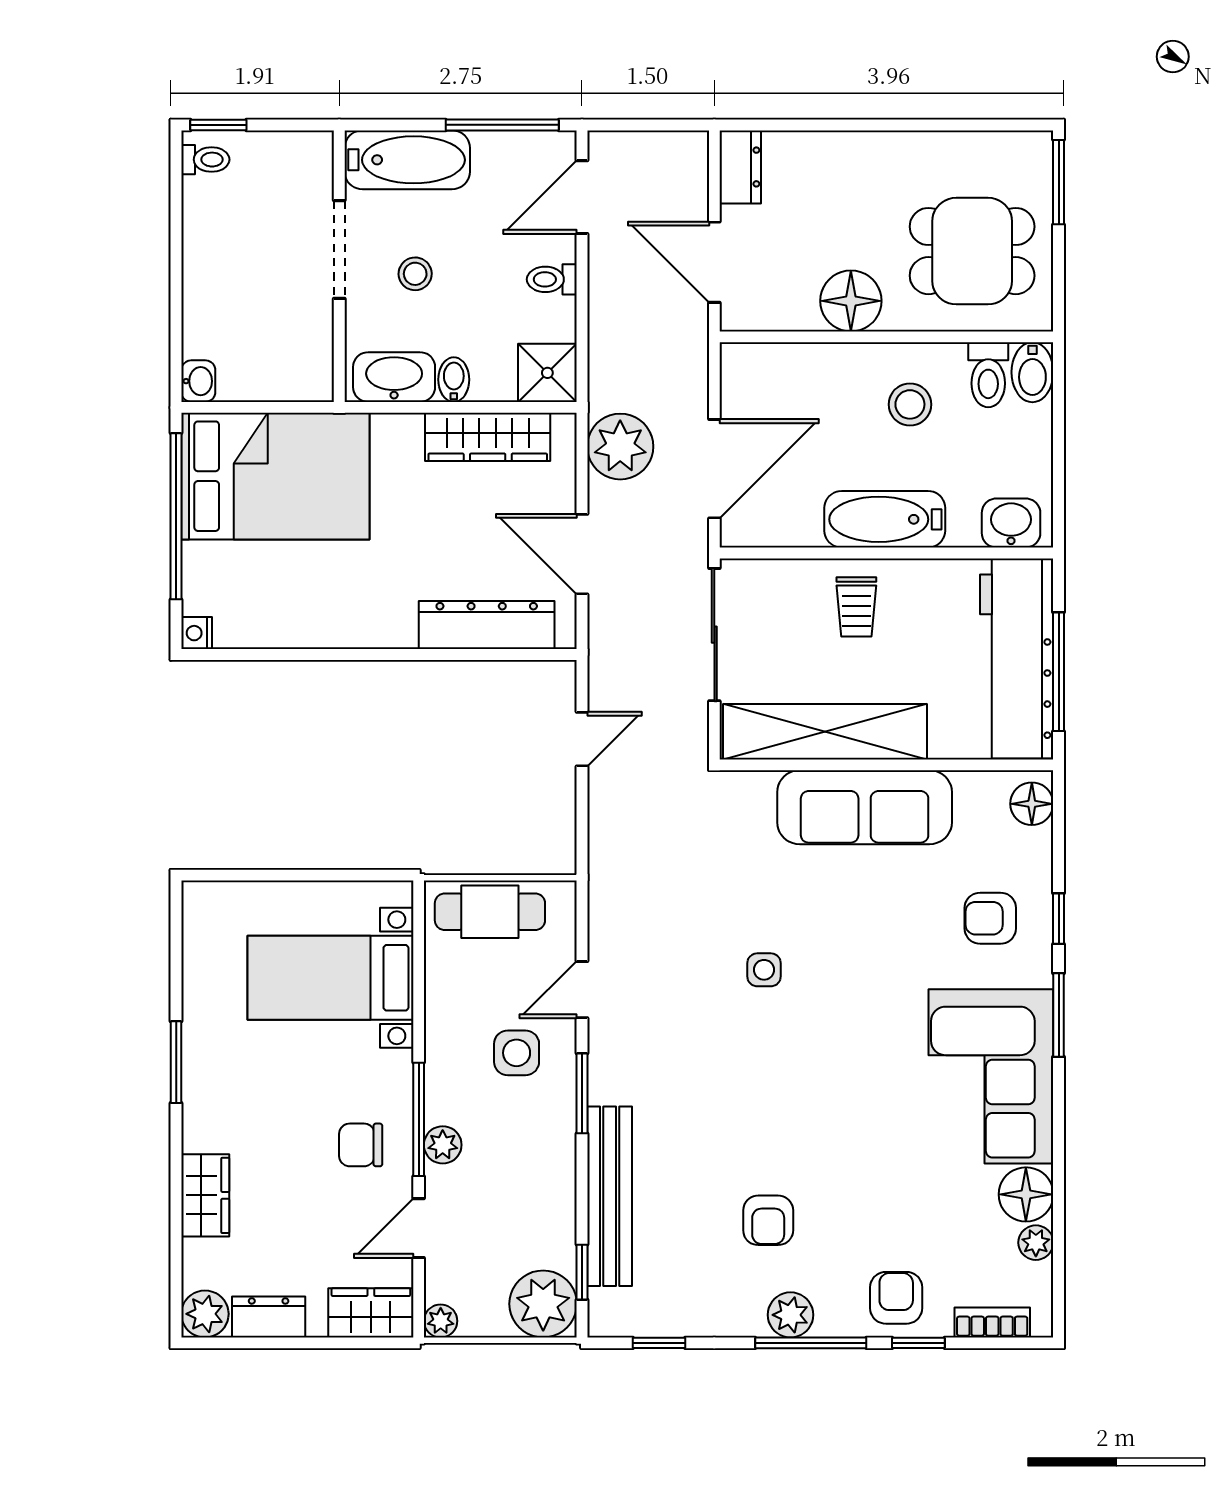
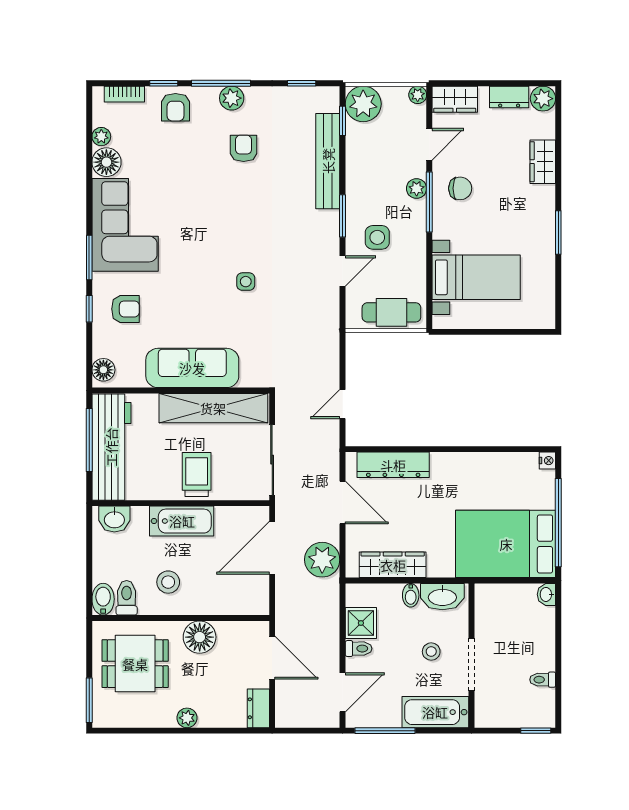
plant: (875, 149) -> (187, 718), added
toilet: (205, 160) -> (543, 680), moved
shower: (547, 373) -> (361, 623), moved
trolley: (856, 607) -> (197, 475), width x1.36, depth x1.39

